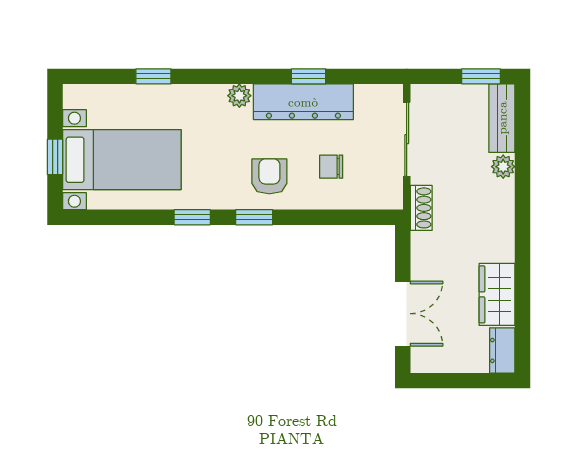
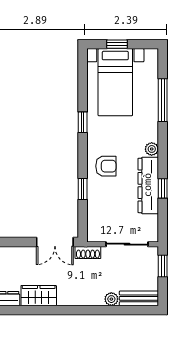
window: (153, 76) -> (163, 100), width x2.17
window: (481, 76) -> (163, 266), moved
chair: (331, 167) -> (111, 201), removed
window: (254, 217) -> (83, 189), moved
double door: (403, 314) -> (55, 242), moved

